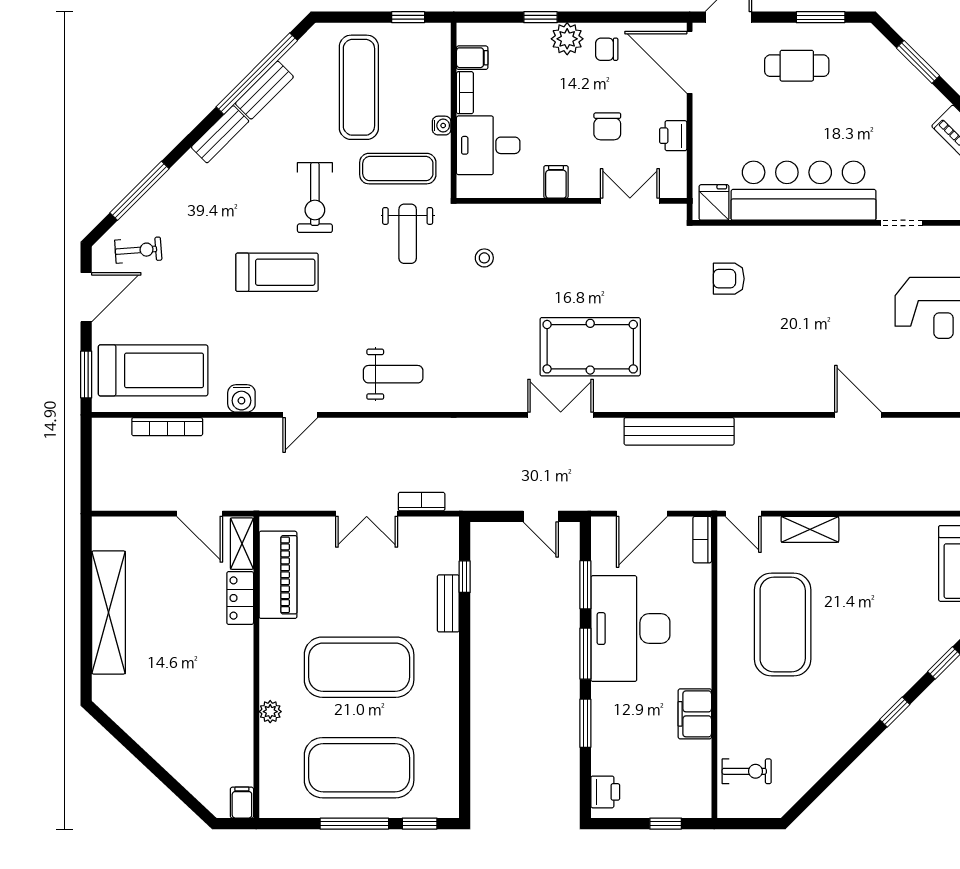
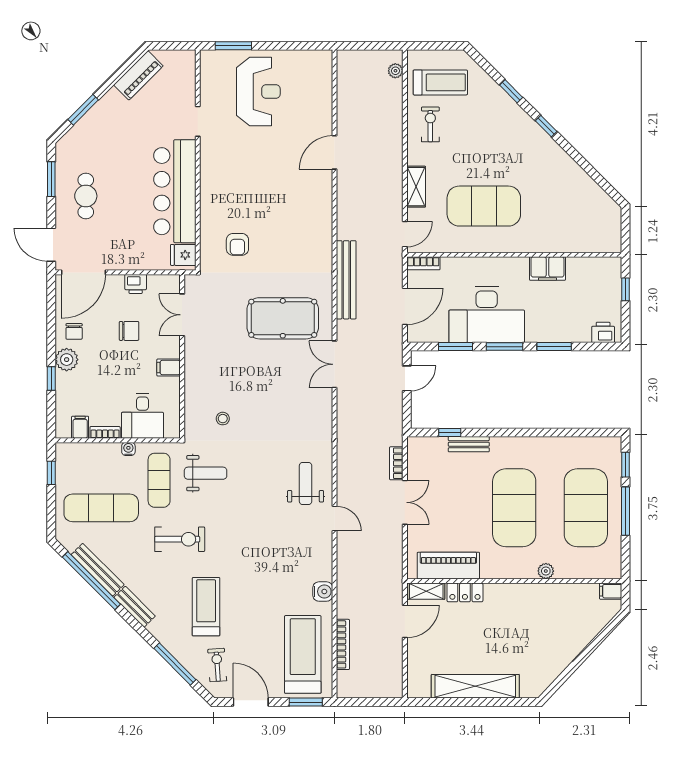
bench: (264, 90) -> (98, 570), width x1.36
treadmill: (277, 272) -> (206, 607), moved
pool table: (590, 347) -> (283, 318), moved, turned 90
door: (300, 415) -> (335, 519), moved
door: (642, 514) -> (405, 306), hinge flipped
exercise bike: (747, 771) -> (430, 124), moved

